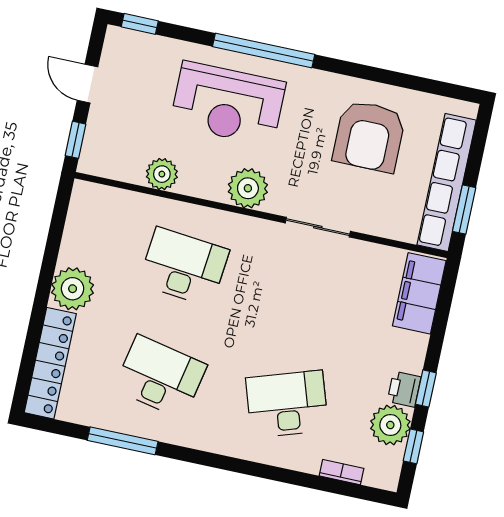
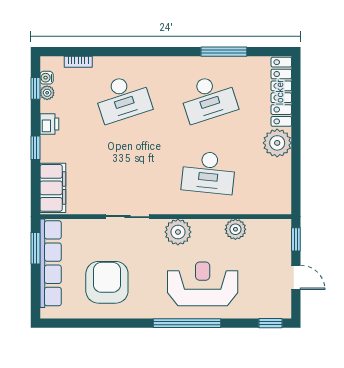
desk: (160, 377) -> (209, 98), turned -30
window: (426, 388) -> (35, 148), moved
plant: (390, 425) -> (47, 93), width x0.53, depth x0.53
water cooler: (394, 459) -> (47, 78), added

